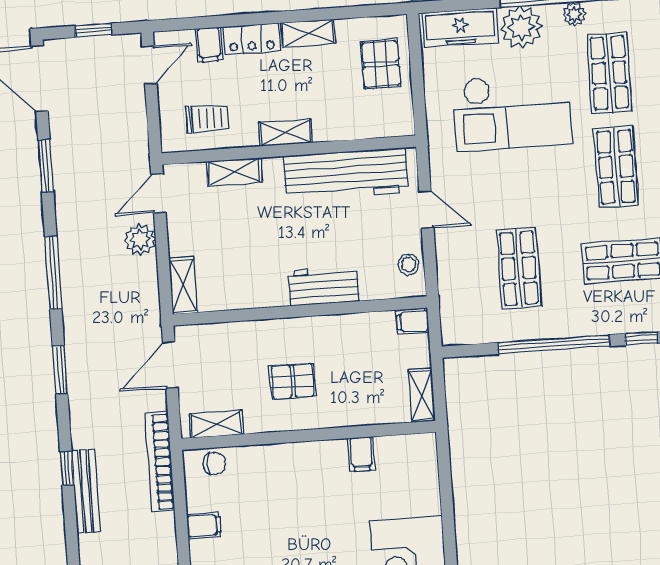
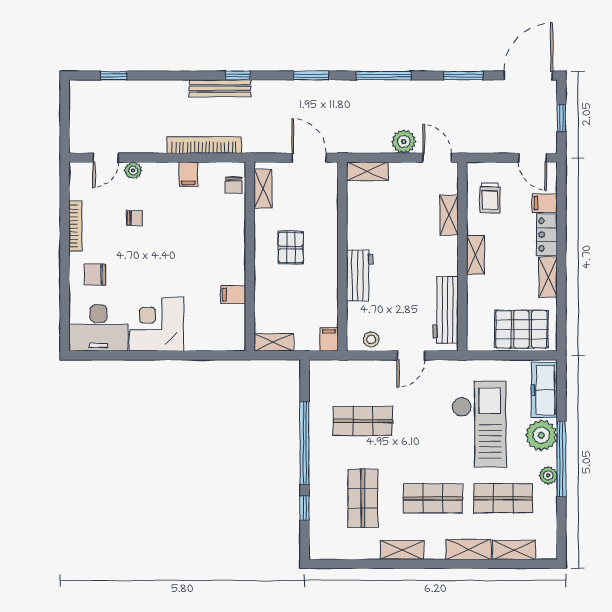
pallet: (381, 64) -> (521, 329), width x1.50, depth x1.42
checkout: (512, 112) -> (479, 424), turned 180
workbench: (346, 174) -> (446, 310), width x0.73, depth x0.76
bookcase: (160, 462) -> (204, 145), moved

